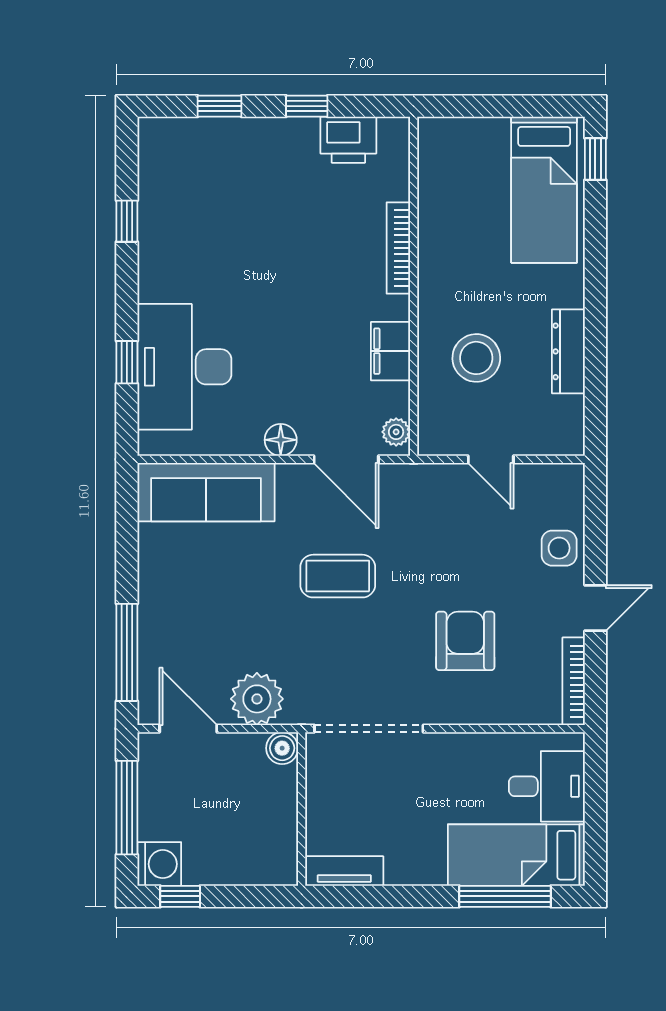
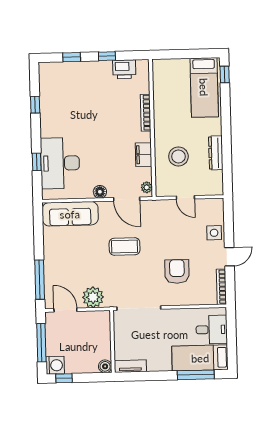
boiler: (282, 748) -> (105, 366), moved

